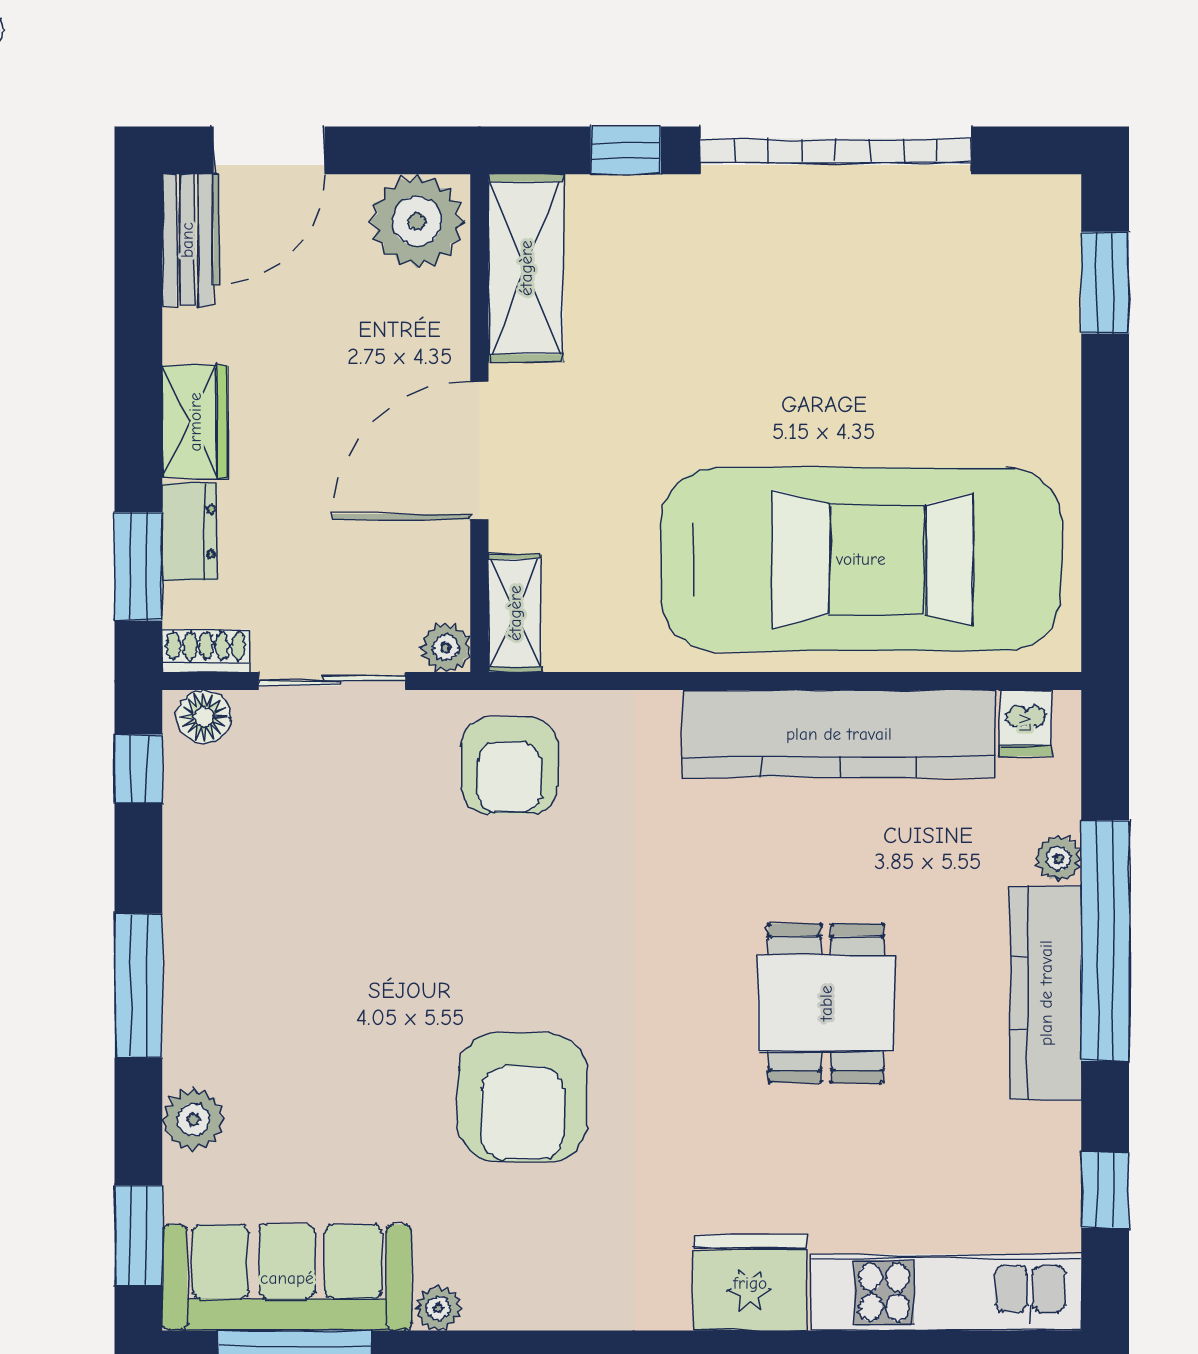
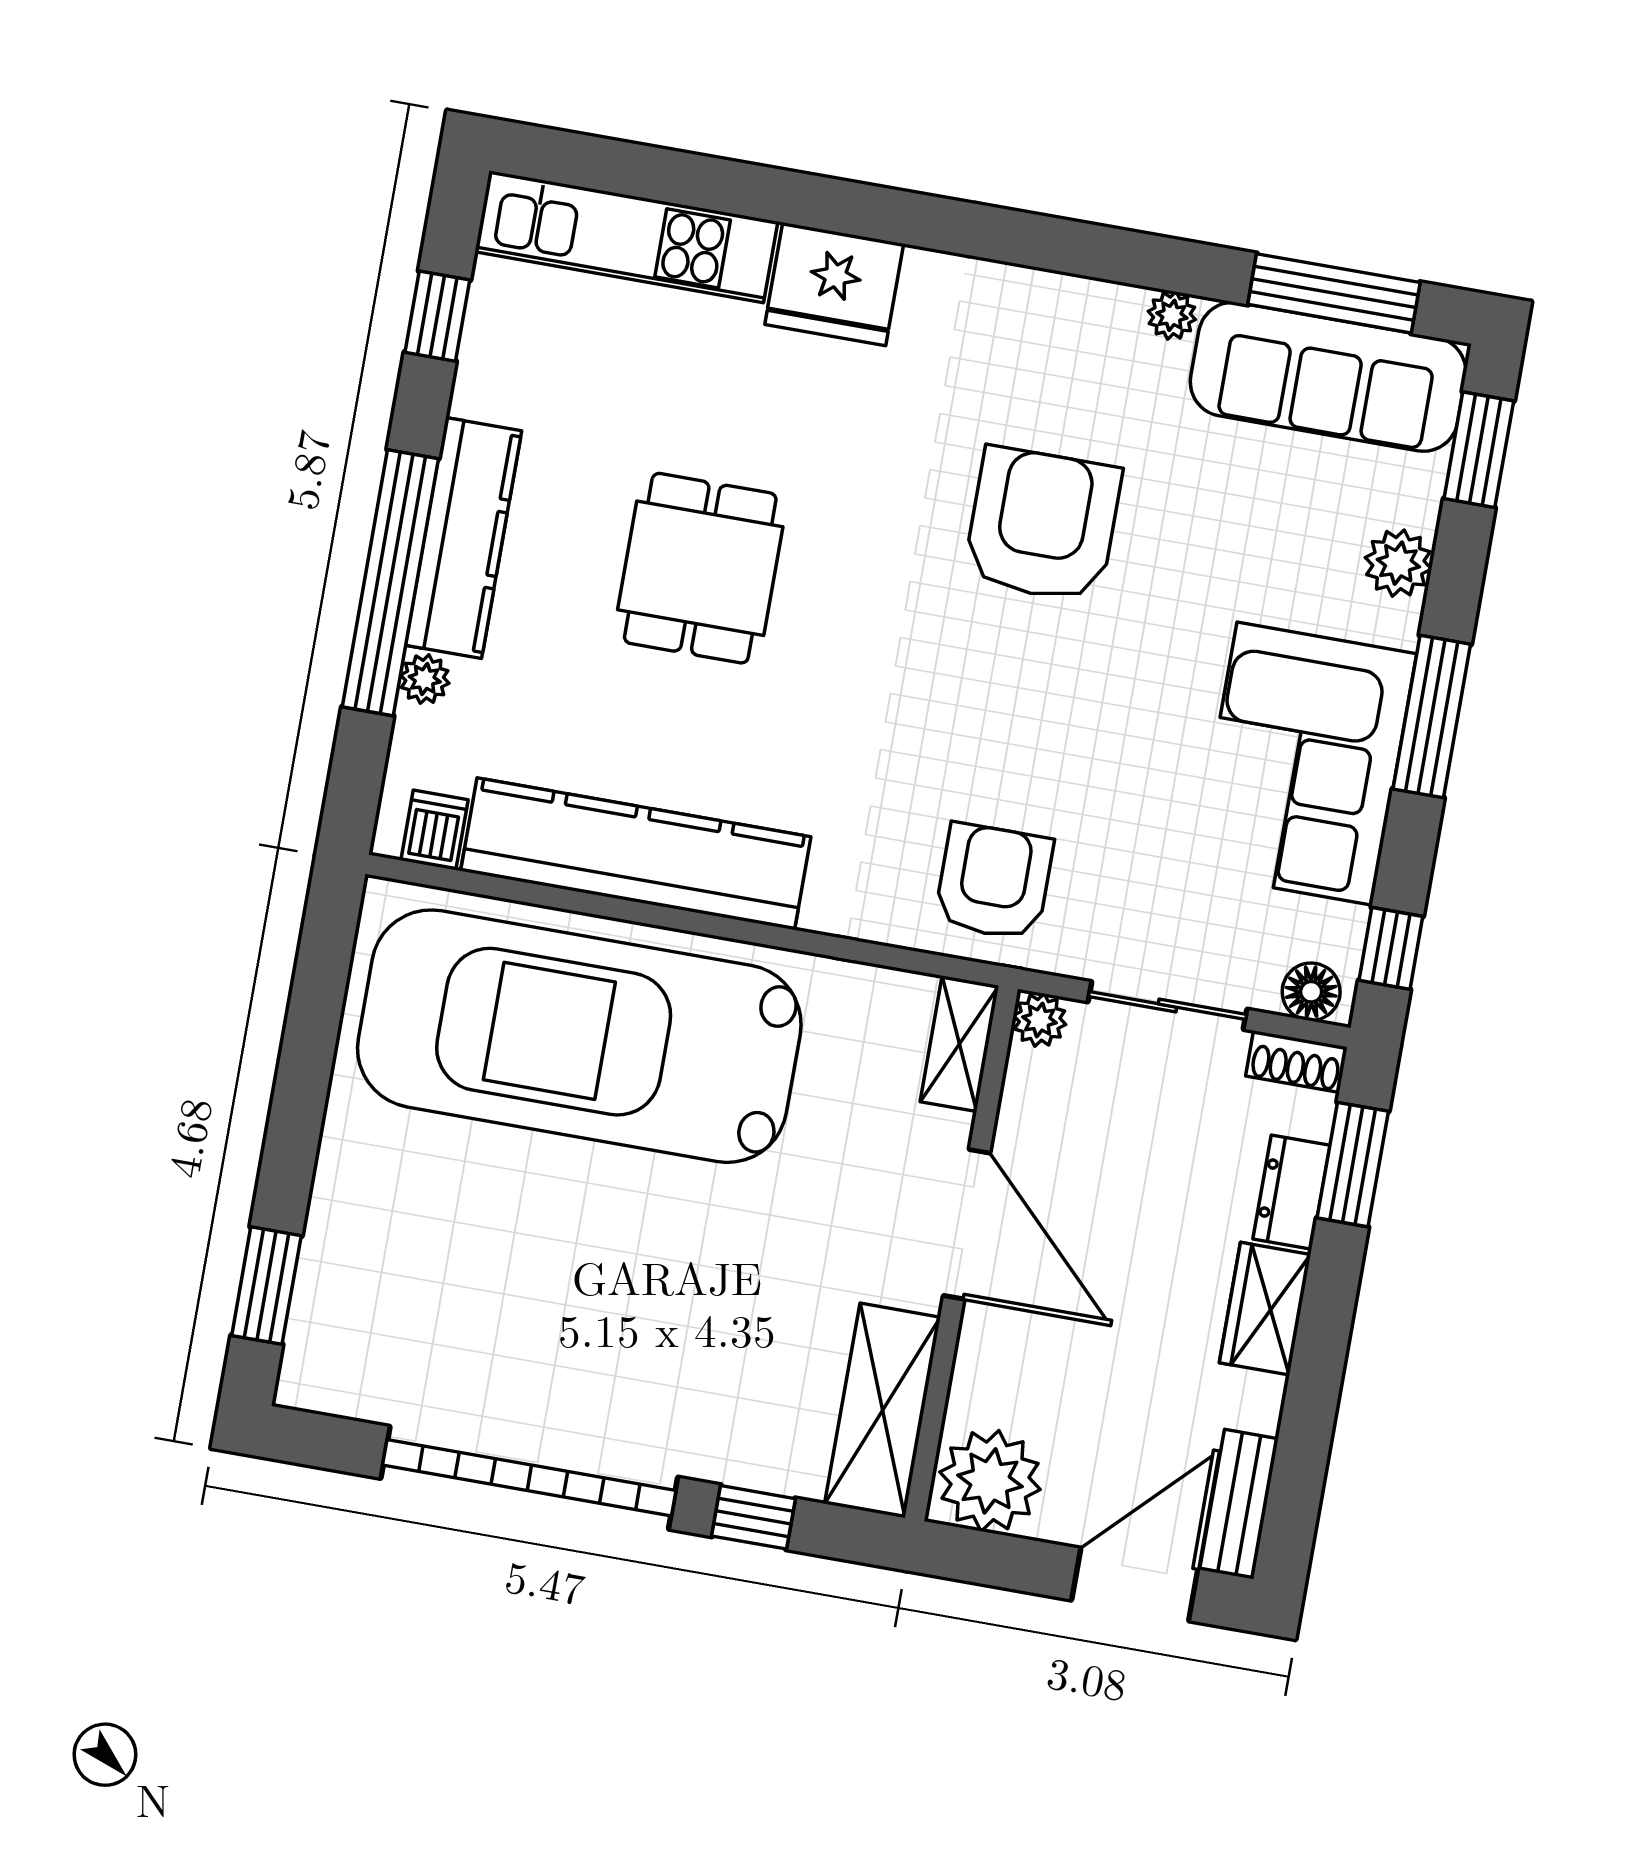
door: (479, 450) -> (967, 1224), hinge flipped
corner sofa: (246, 923) -> (1305, 764), added

